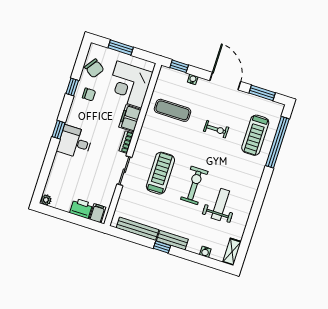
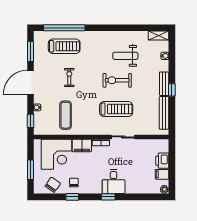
treadmill: (160, 173) -> (116, 109), turned 180
filing cabinet: (97, 213) -> (162, 174), moved

